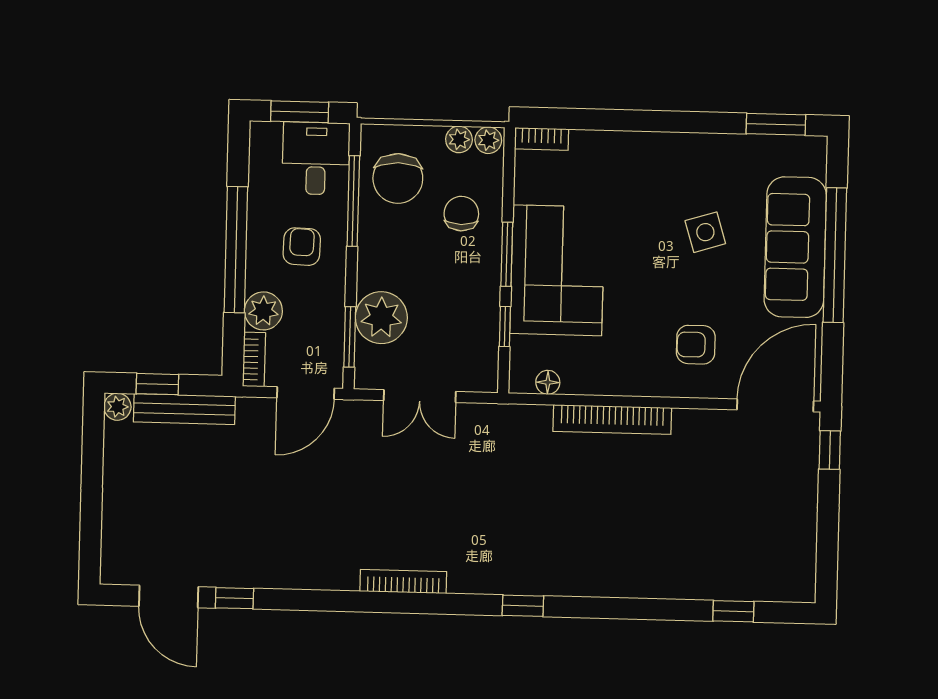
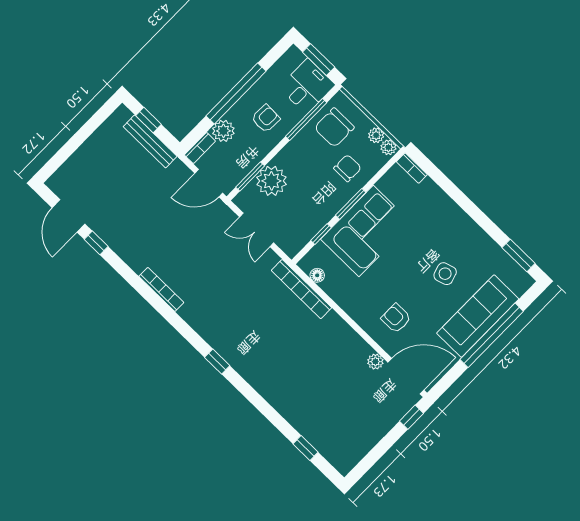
plant: (117, 407) -> (375, 362), moved
bookcase: (612, 420) -> (301, 289), moved
bookcase: (403, 581) -> (161, 289), moved

